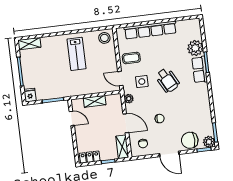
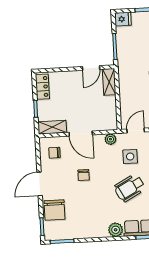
shelving: (95, 101) -> (109, 82), moved
door: (126, 123) -> (81, 134), hinge flipped
chair: (190, 140) -> (55, 210), turned 180
plant: (209, 142) -> (116, 230), moved

